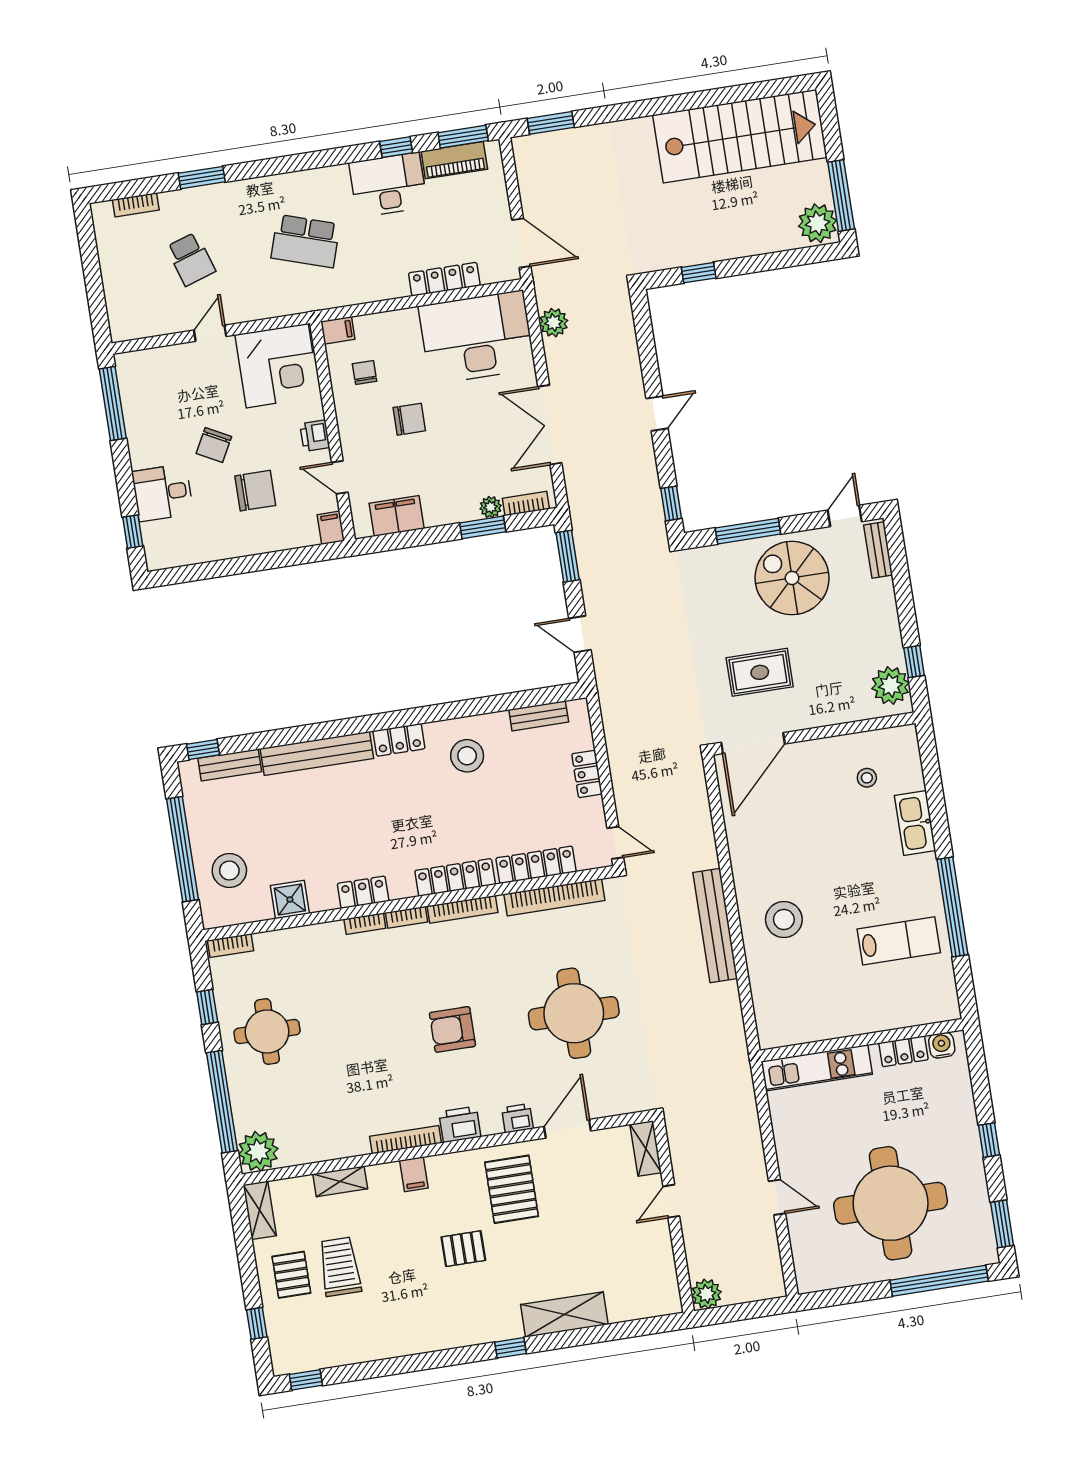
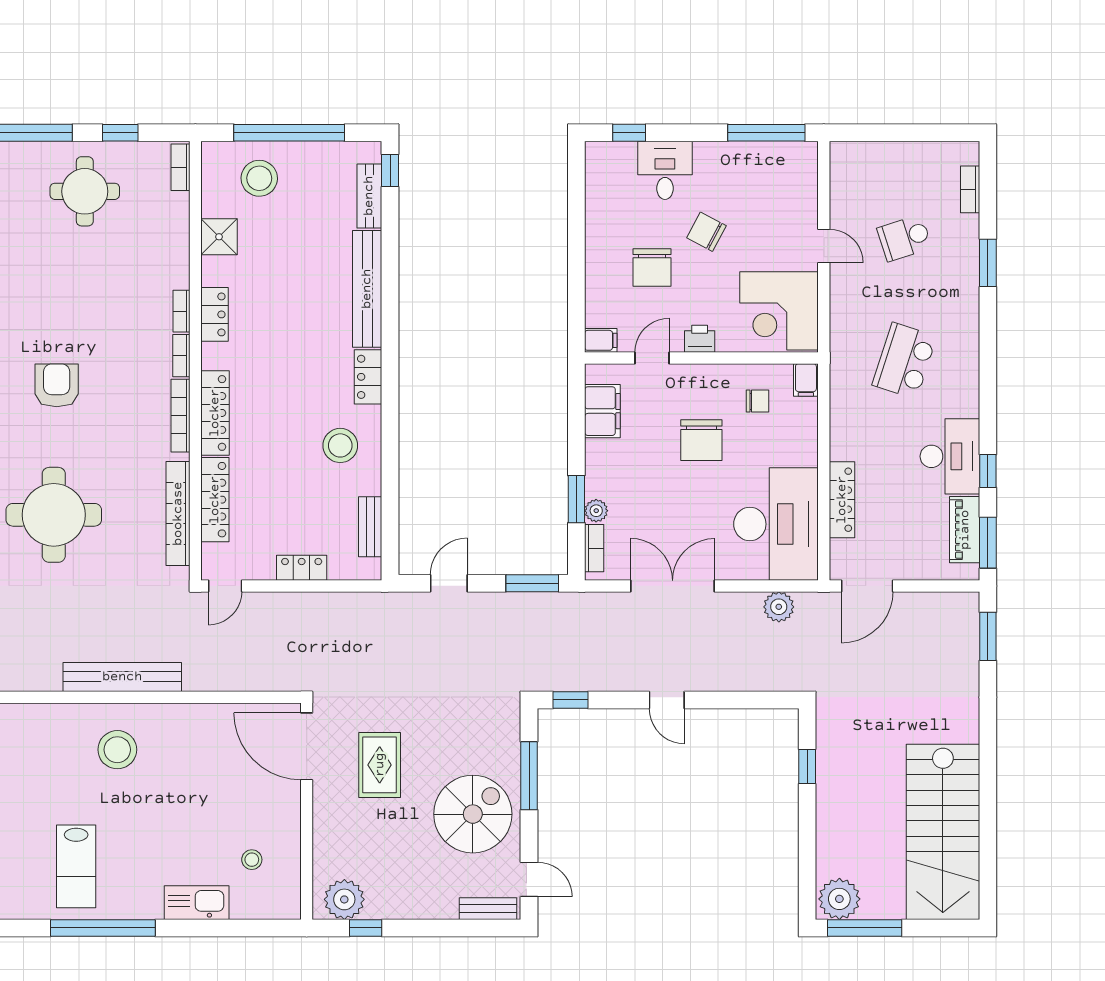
chair: (409, 419) -> (701, 440), width x1.37, depth x1.37

